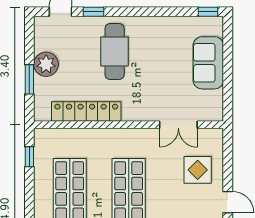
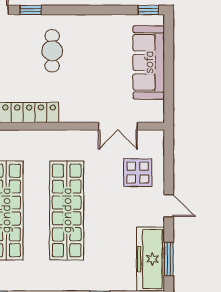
cafe table: (115, 52) -> (52, 51), width x0.73, depth x0.74
sofa: (208, 63) -> (149, 62), width x1.36

